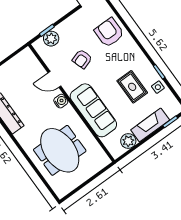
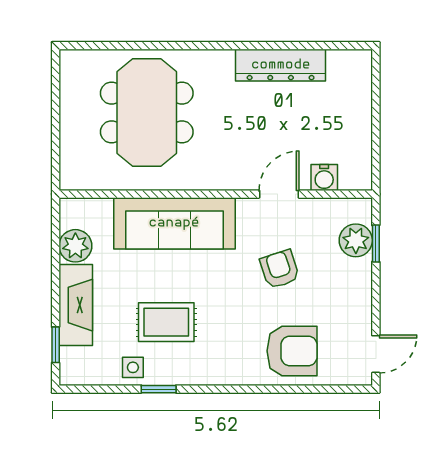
water cooler: (61, 101) -> (324, 178), moved
meeting table: (60, 150) -> (147, 113), turned 90

